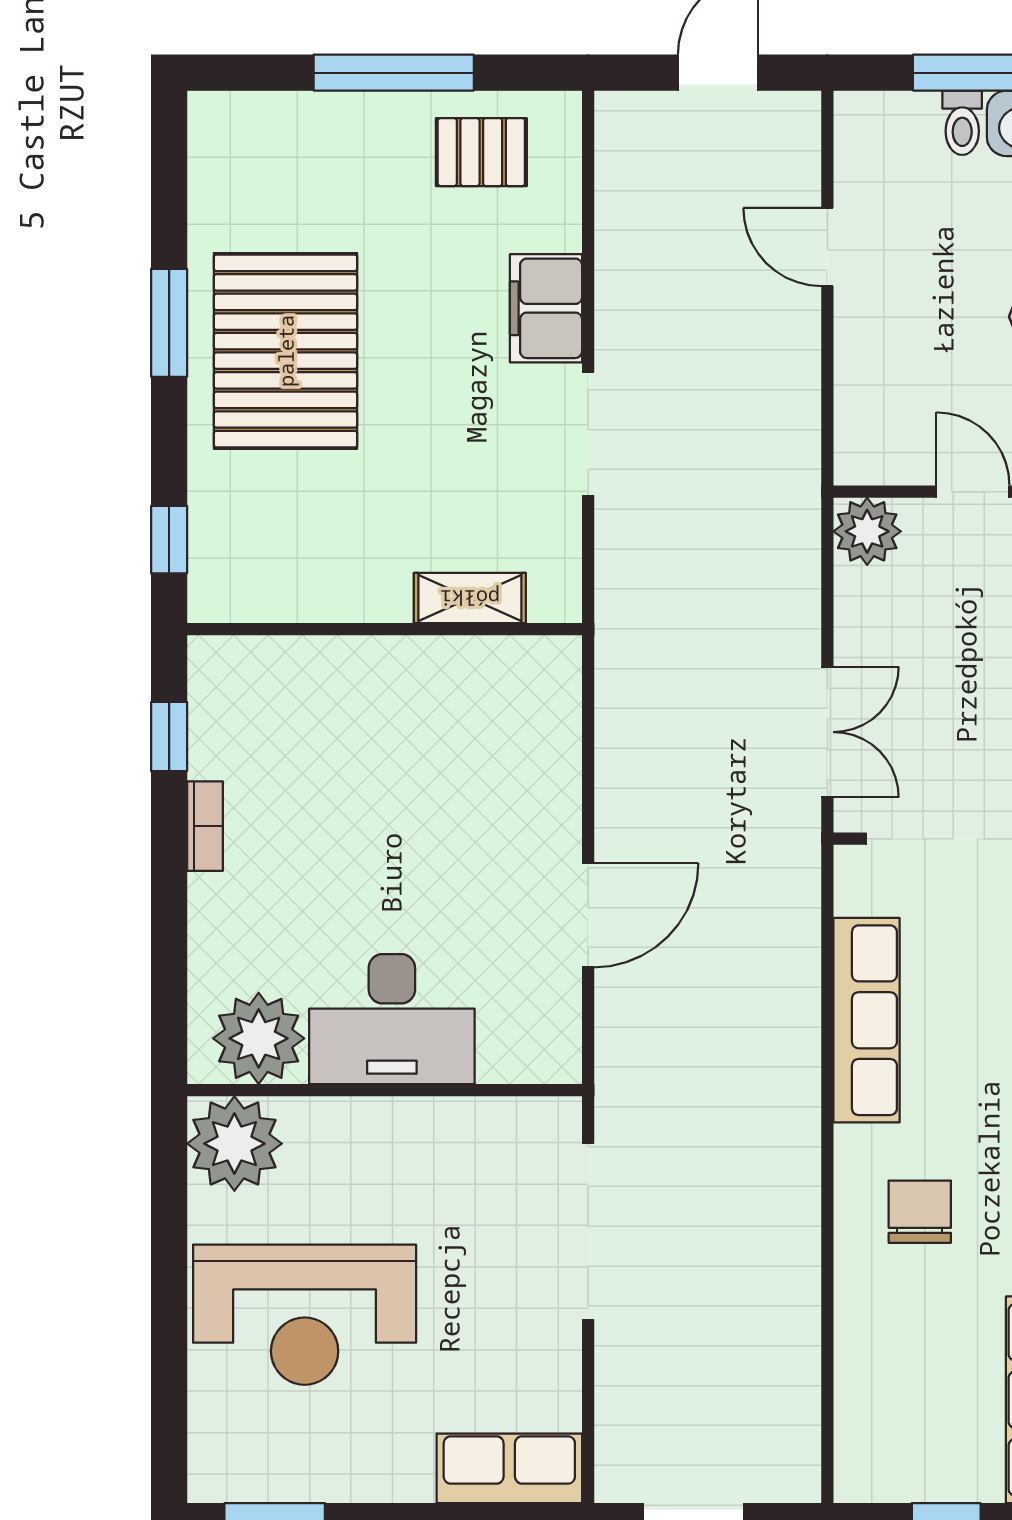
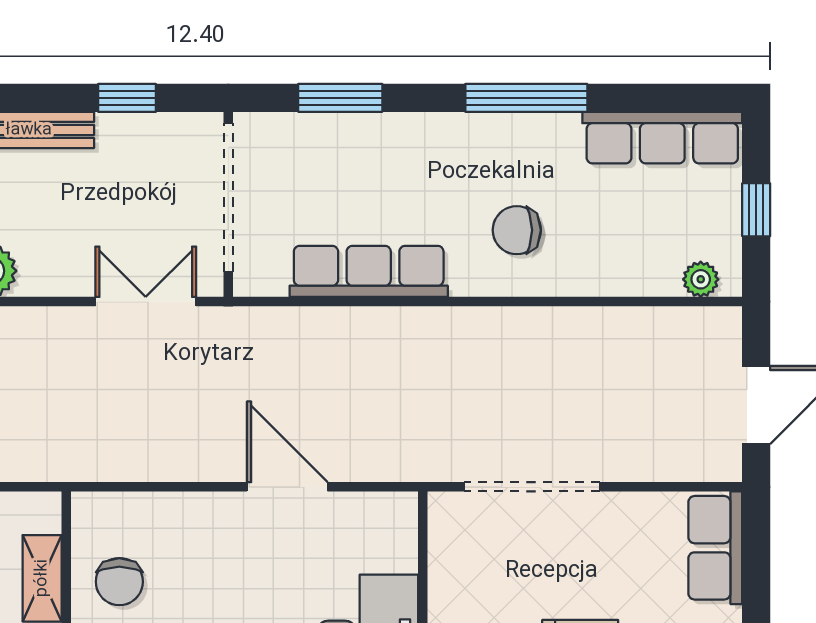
chair: (466, 698) -> (119, 582), added
plant: (856, 1449) -> (701, 279), added

